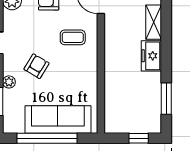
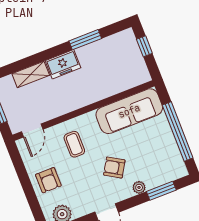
window: (166, 99) -> (85, 40), moved
sofa: (58, 119) -> (129, 111), moved, turned -90

